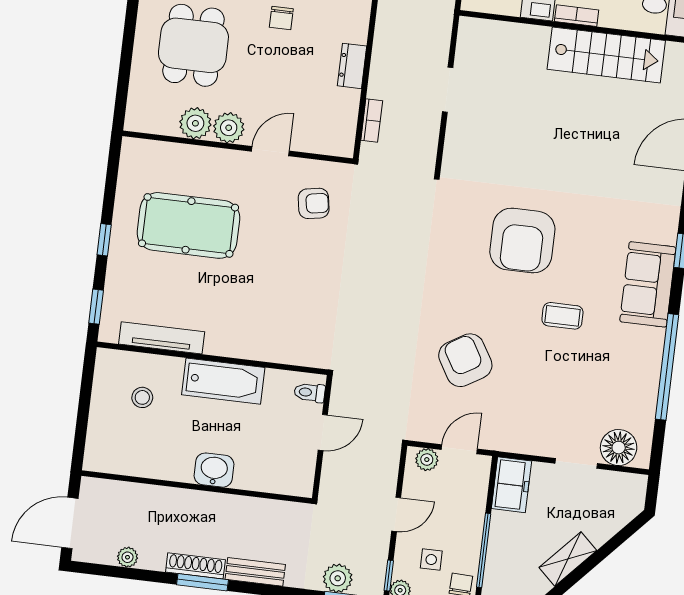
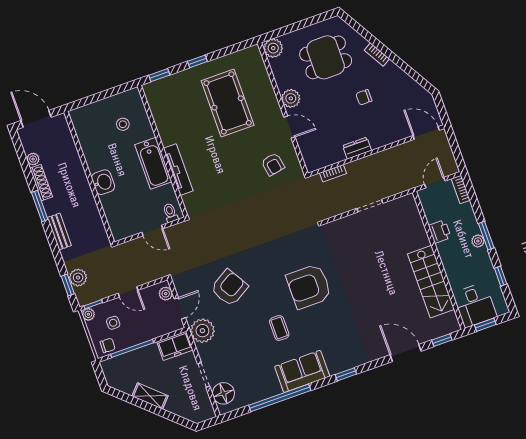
bookcase: (577, 16) -> (444, 255), removed
plant: (195, 123) -> (273, 48), moved
sofa: (648, 284) -> (302, 371), moved
tv unit: (162, 338) -> (178, 170), moved
plant: (509, 432) -> (202, 331), added
door: (459, 449) -> (180, 308), hinge flipped
shoe rack: (195, 566) -> (41, 183), moved

